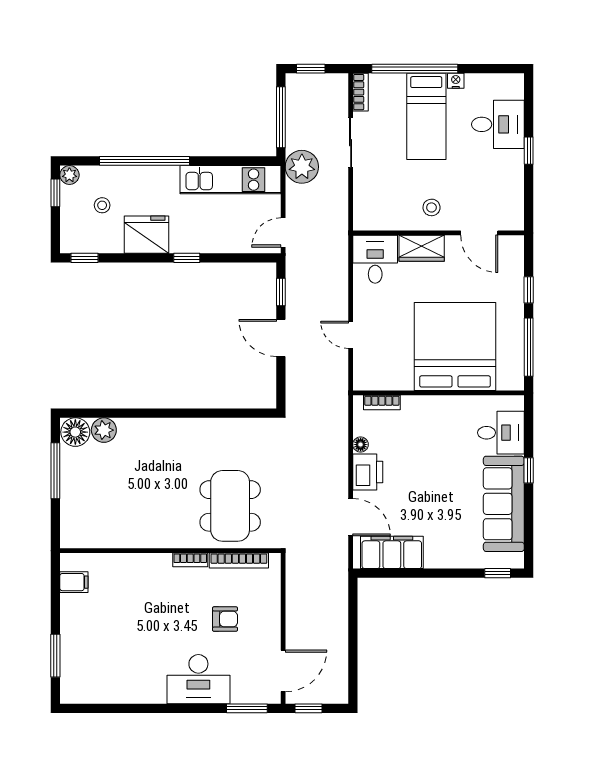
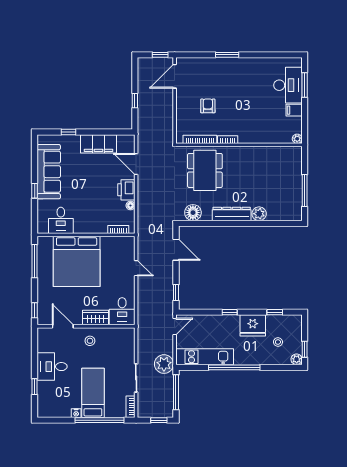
desk: (498, 124) -> (52, 367), moved
window: (529, 151) -> (35, 387), moved
window: (144, 161) -> (234, 367), moved
window: (84, 258) -> (275, 312), moved
window: (529, 290) -> (35, 310), moved
door: (281, 338) -> (176, 250), moved
plant: (104, 430) -> (259, 214), moved
dresser: (183, 430) -> (232, 214), added
floor lamp: (75, 432) -> (193, 213), moved
desk: (501, 433) -> (61, 220), moved, turned -90
filing cabinet: (392, 552) -> (98, 144), moved
plant: (68, 561) -> (297, 139), added
window: (498, 573) -> (68, 132), moved
filing cabinet: (74, 582) -> (294, 110), moved
armchair: (225, 619) -> (208, 106), turned 90
window: (353, 628) -> (135, 101), added
desk: (198, 679) -> (288, 85), moved, turned 90
window: (247, 708) -> (227, 55), moved

